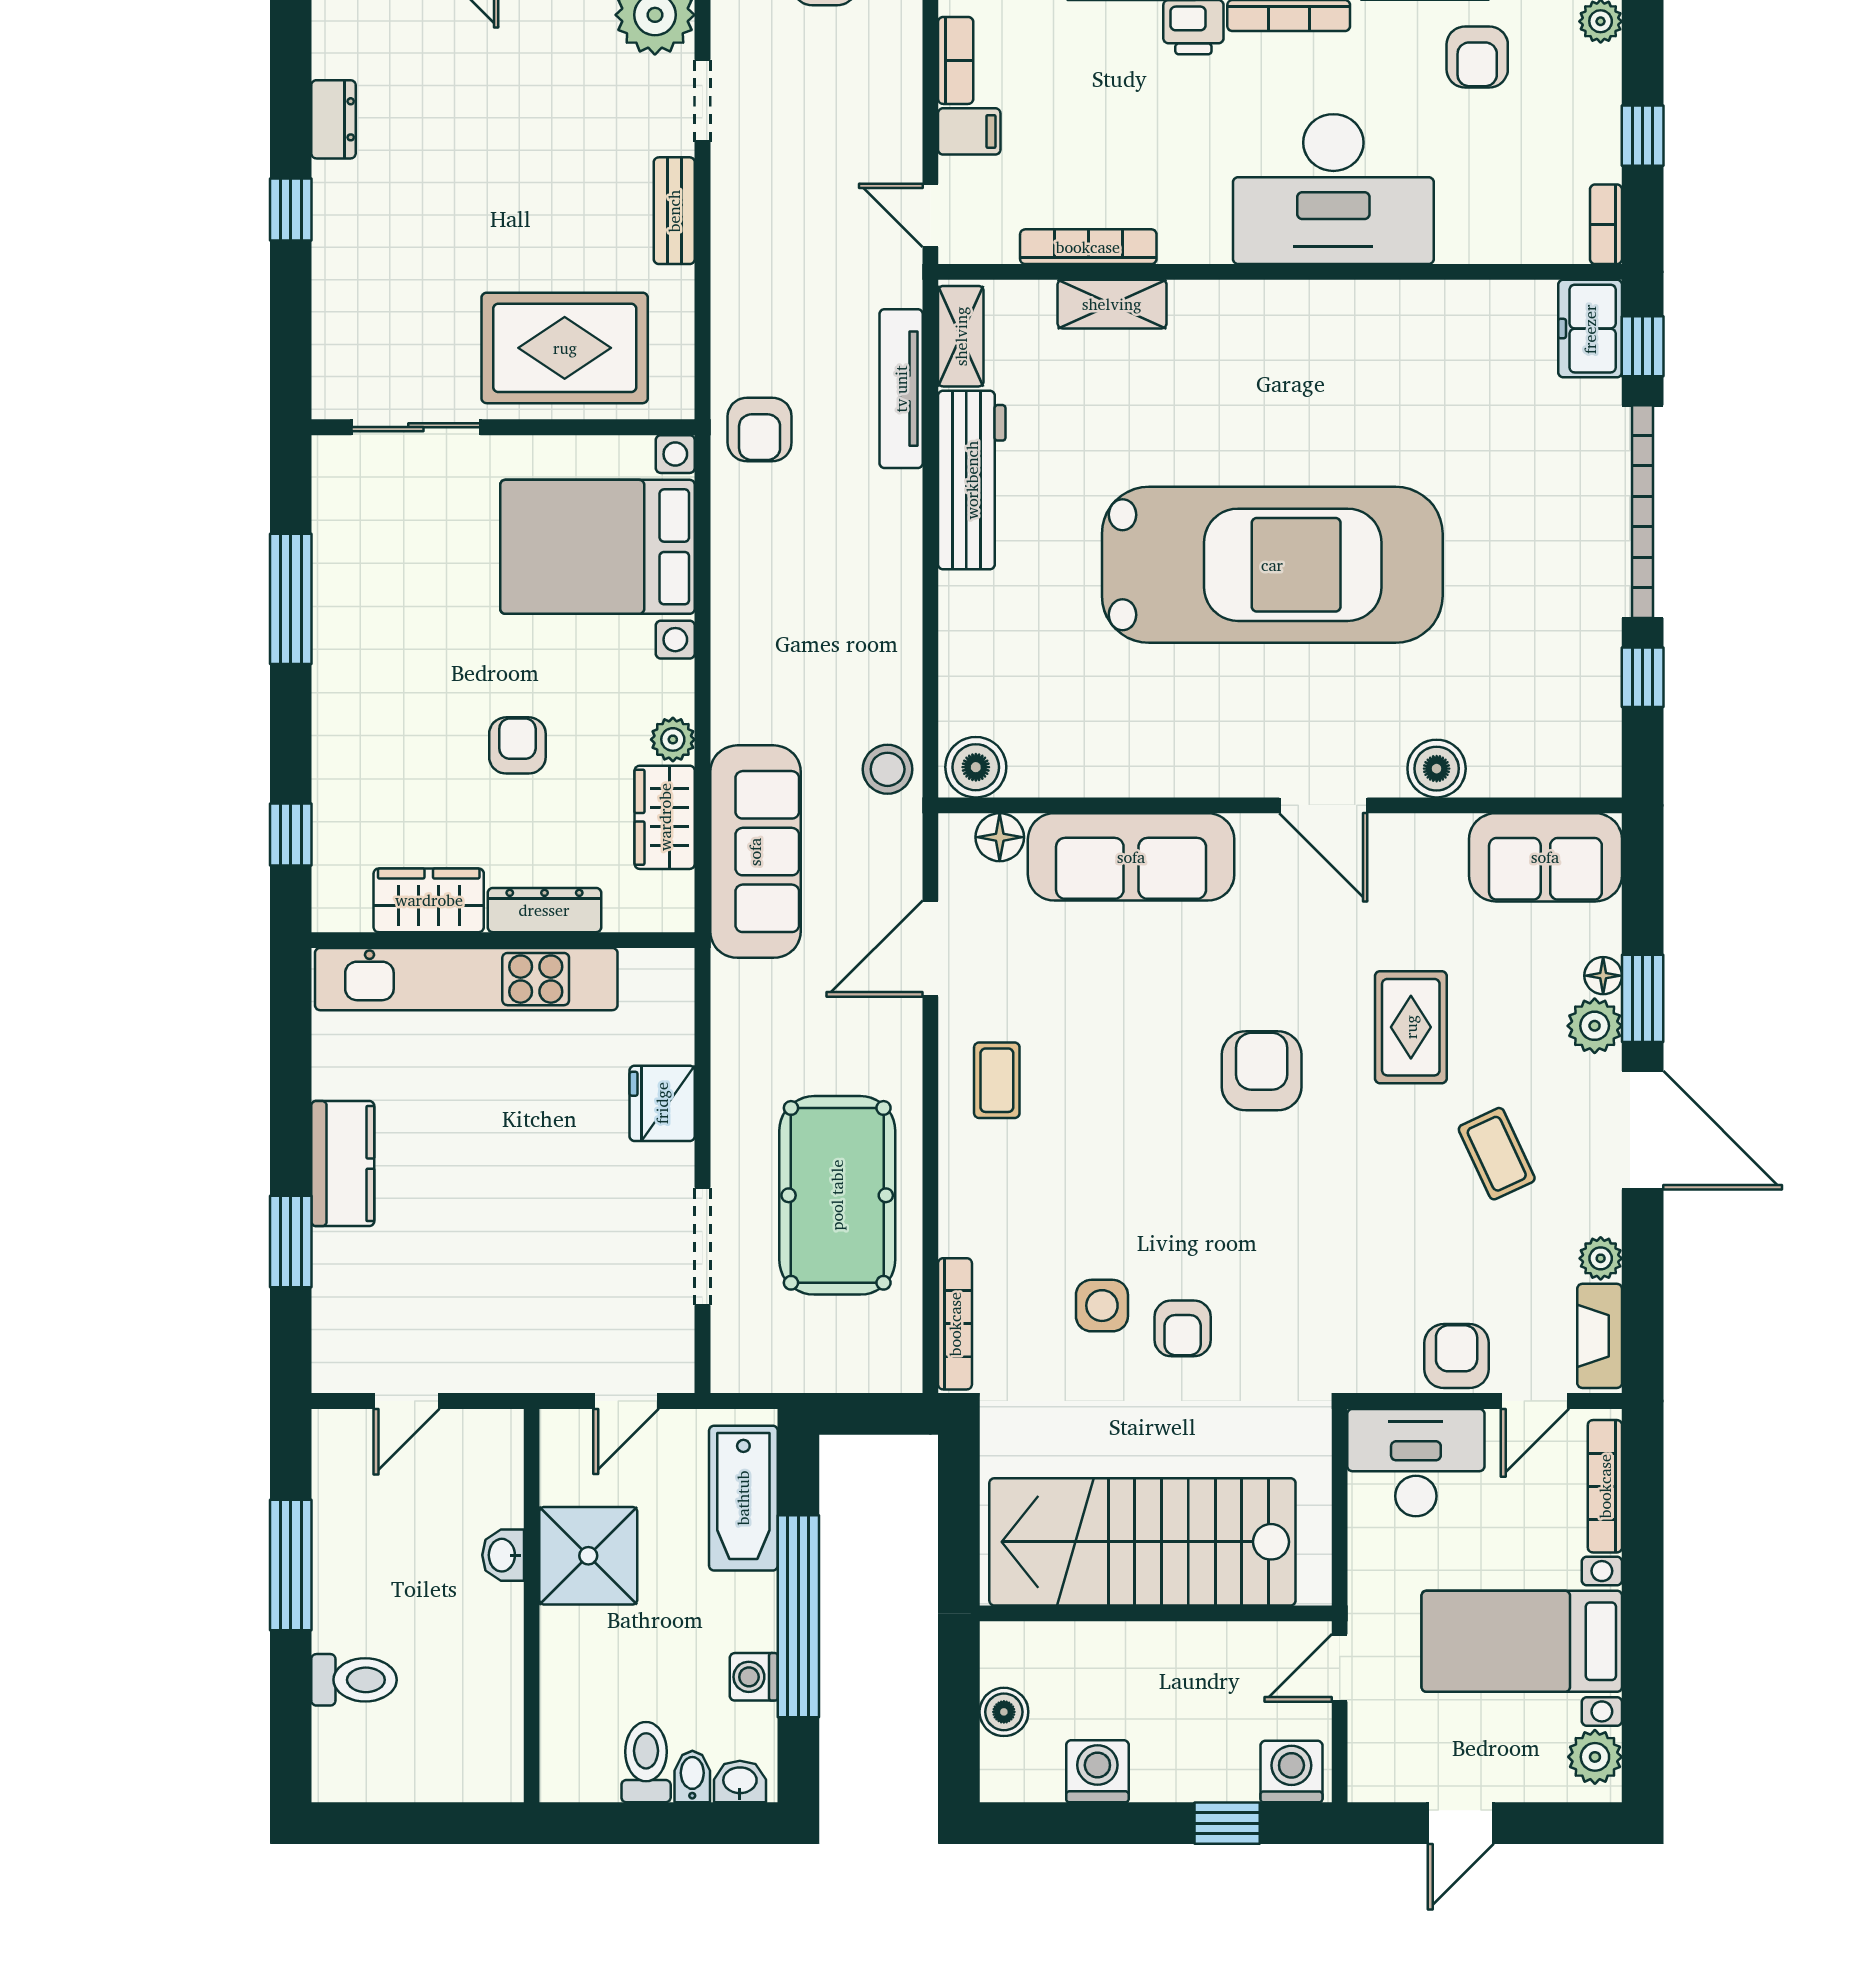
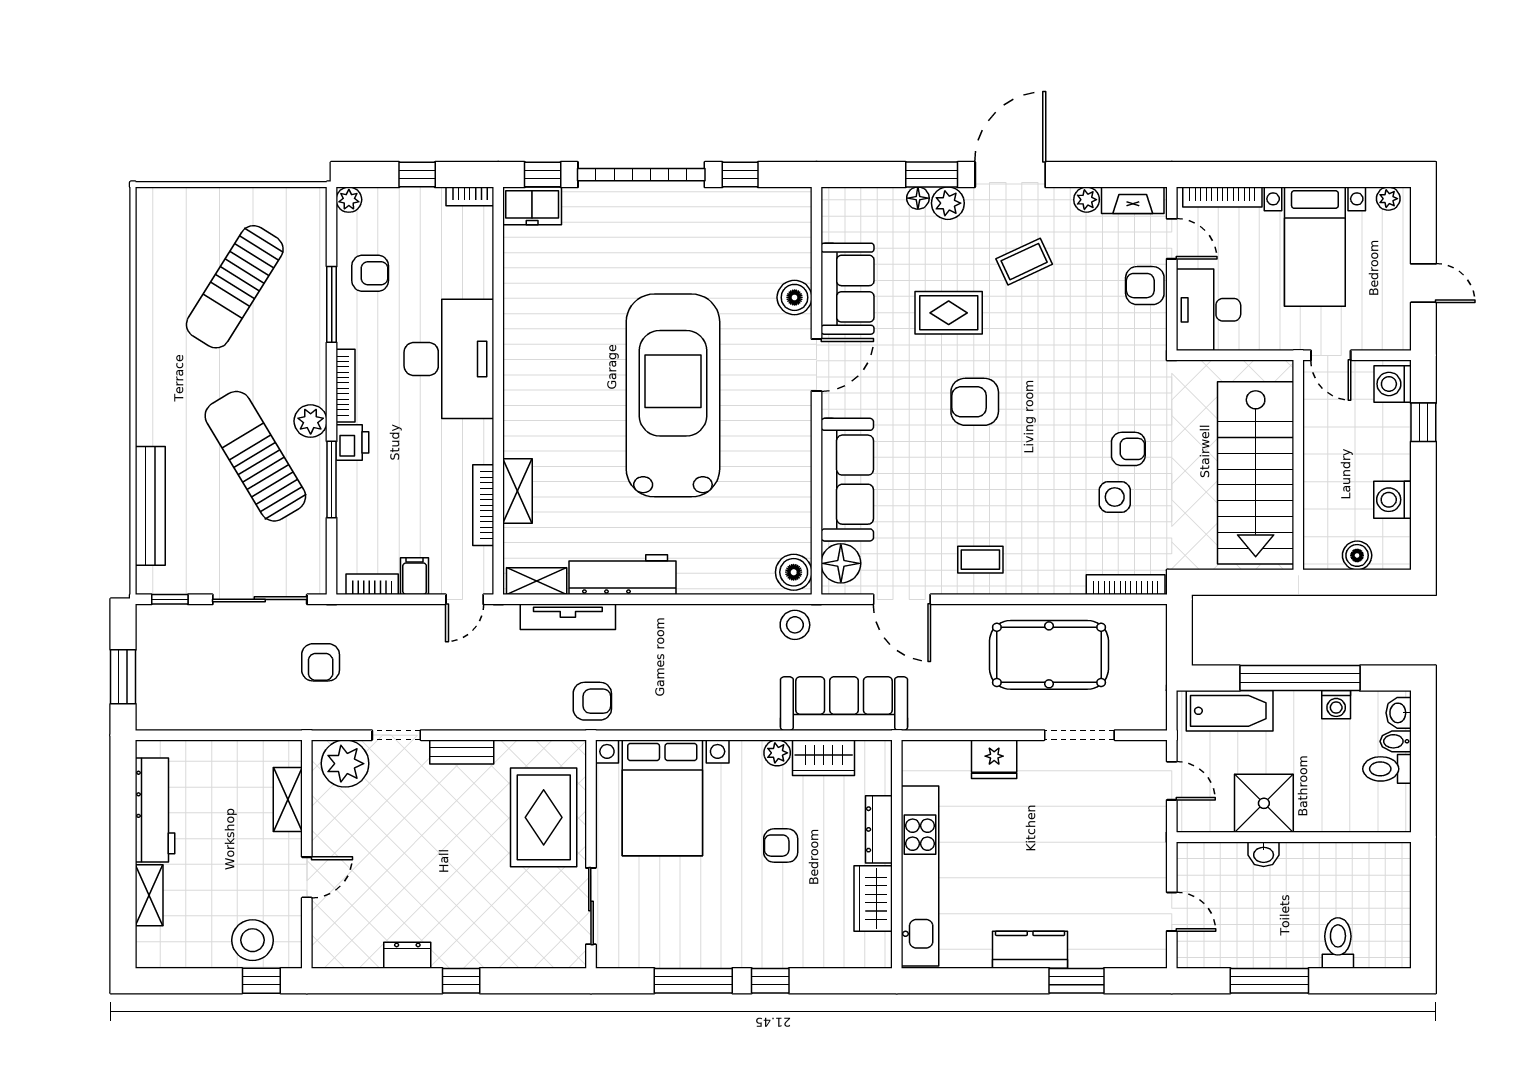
window: (291, 834) -> (770, 981), moved
floor lamp: (1000, 837) -> (841, 563), width x1.38, depth x1.38
sofa: (1545, 857) -> (847, 289), moved
plant: (1595, 1757) -> (1388, 199), width x0.73, depth x0.73

